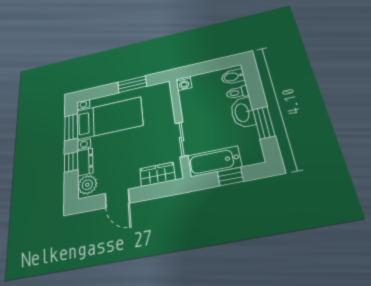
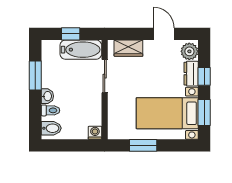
washbasin: (243, 113) -> (47, 96), width x0.52, depth x0.69

